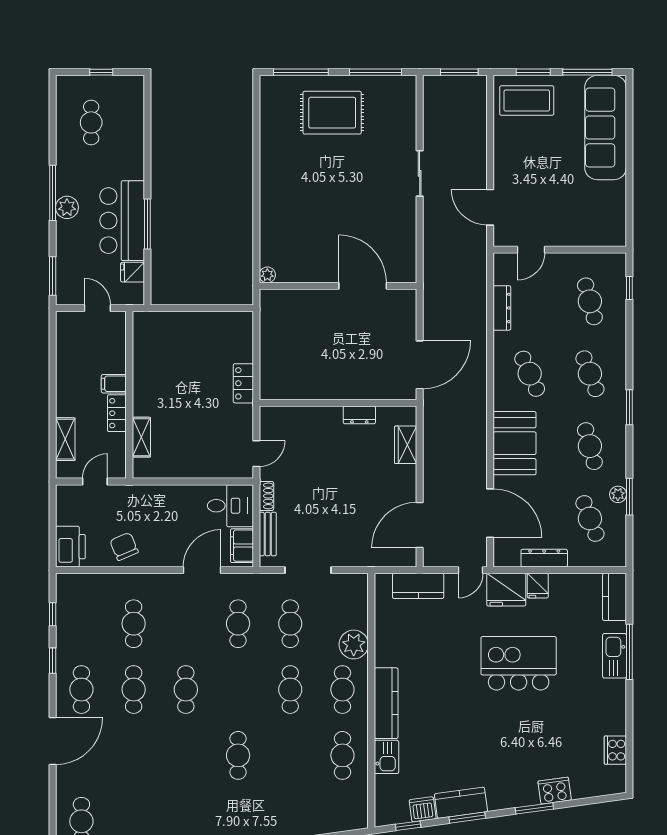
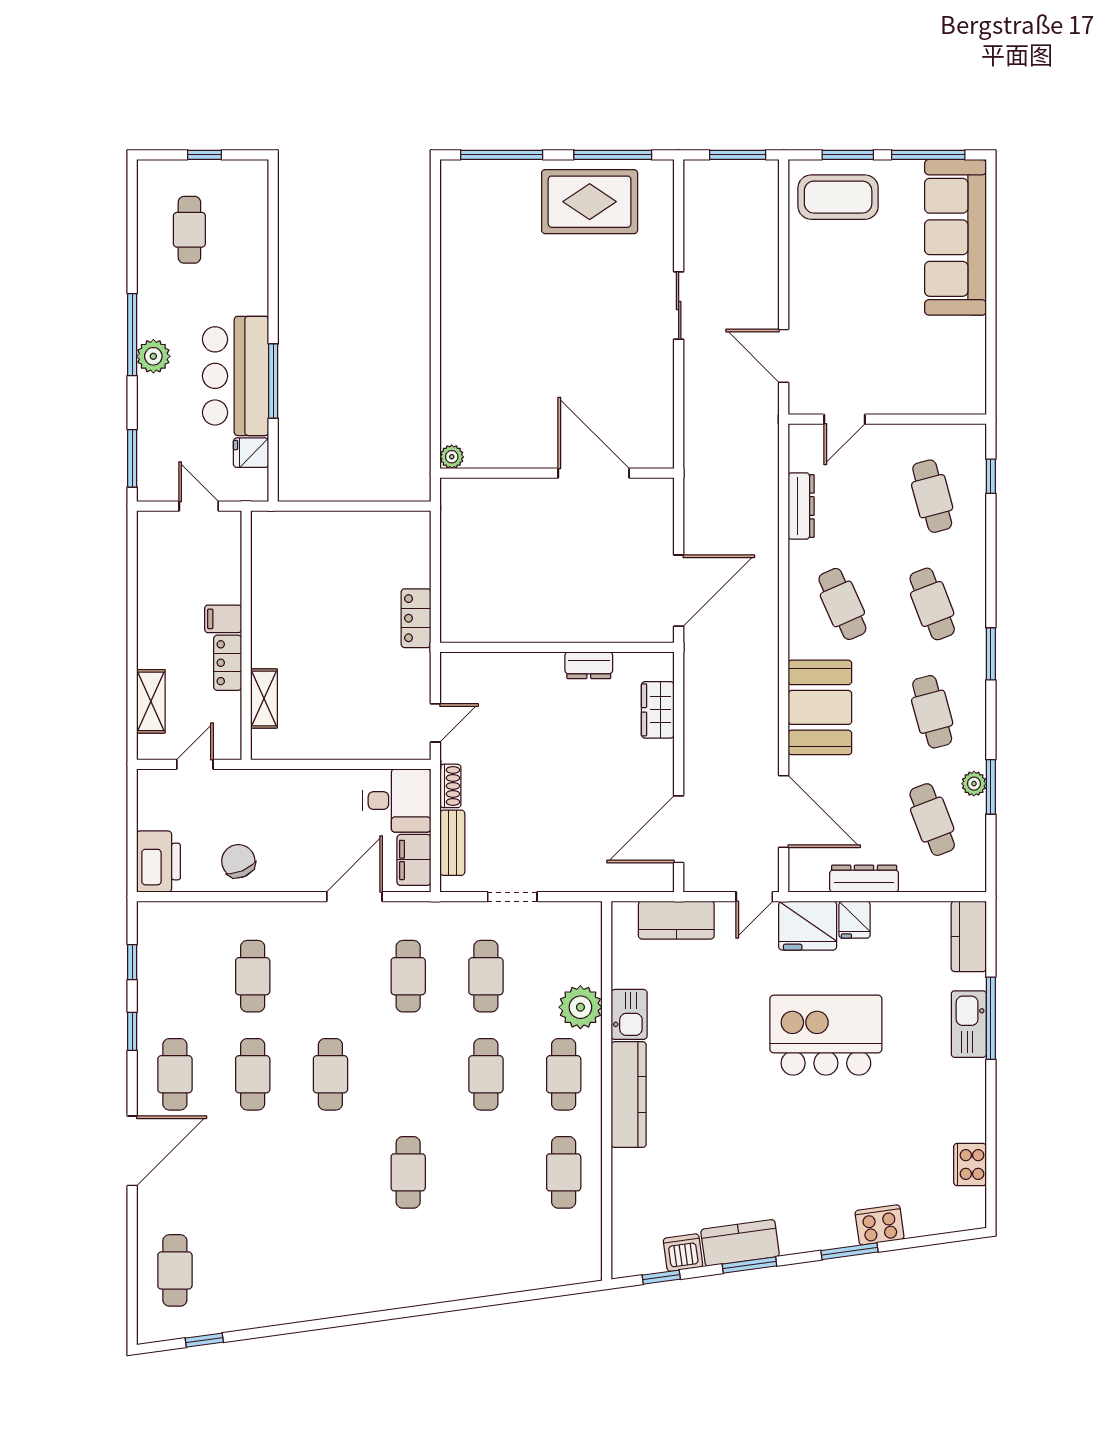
rug: (332, 113) -> (590, 202), moved
doorway: (308, 570) -> (512, 897), width x0.73
kitchen sink: (386, 757) -> (629, 1014), moved

